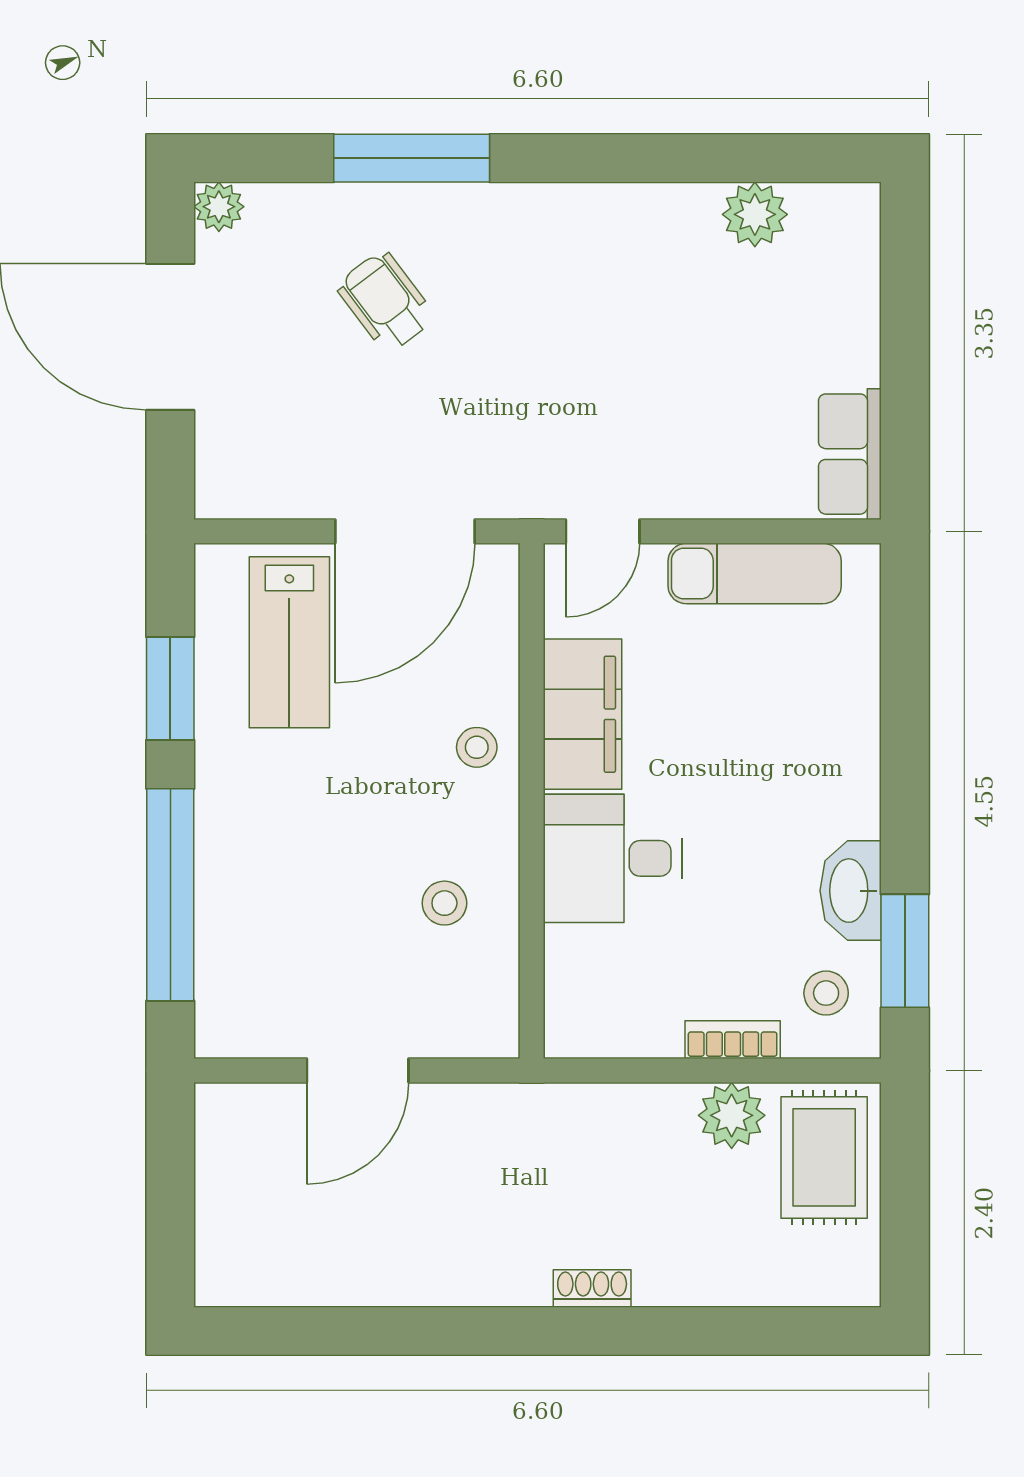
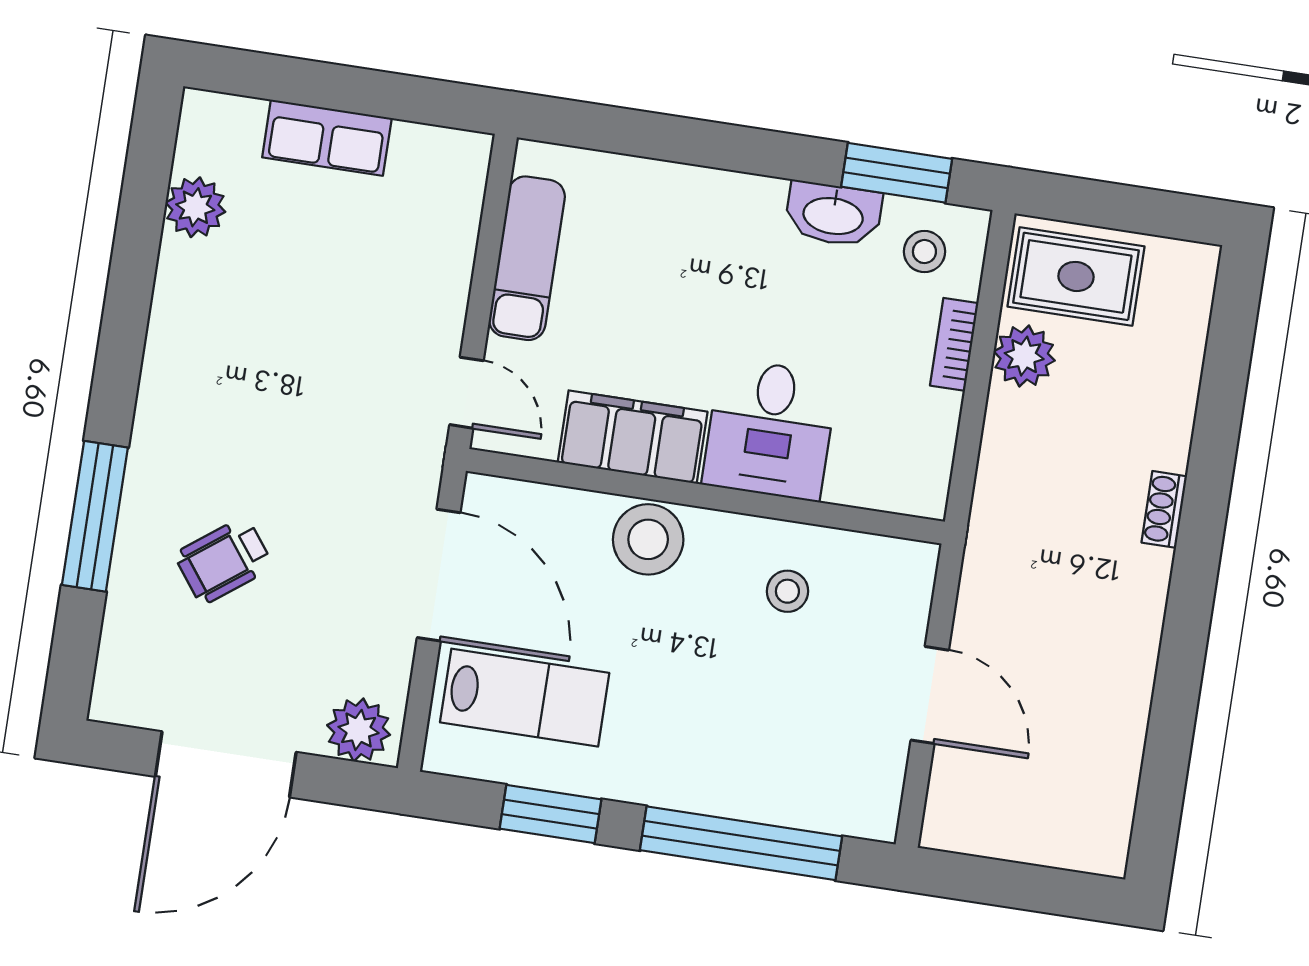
plant: (219, 207) -> (359, 730), moved, width x1.38, depth x1.38
row of seats: (850, 454) -> (327, 138), moved
stool: (477, 747) -> (648, 539), width x1.89, depth x1.89

